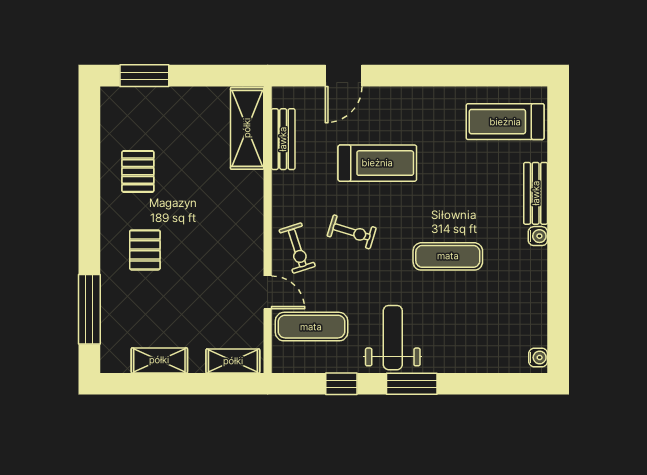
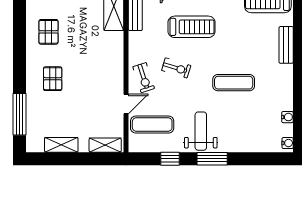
water cooler: (538, 236) -> (287, 117), moved
door: (268, 292) -> (126, 104), hinge flipped

